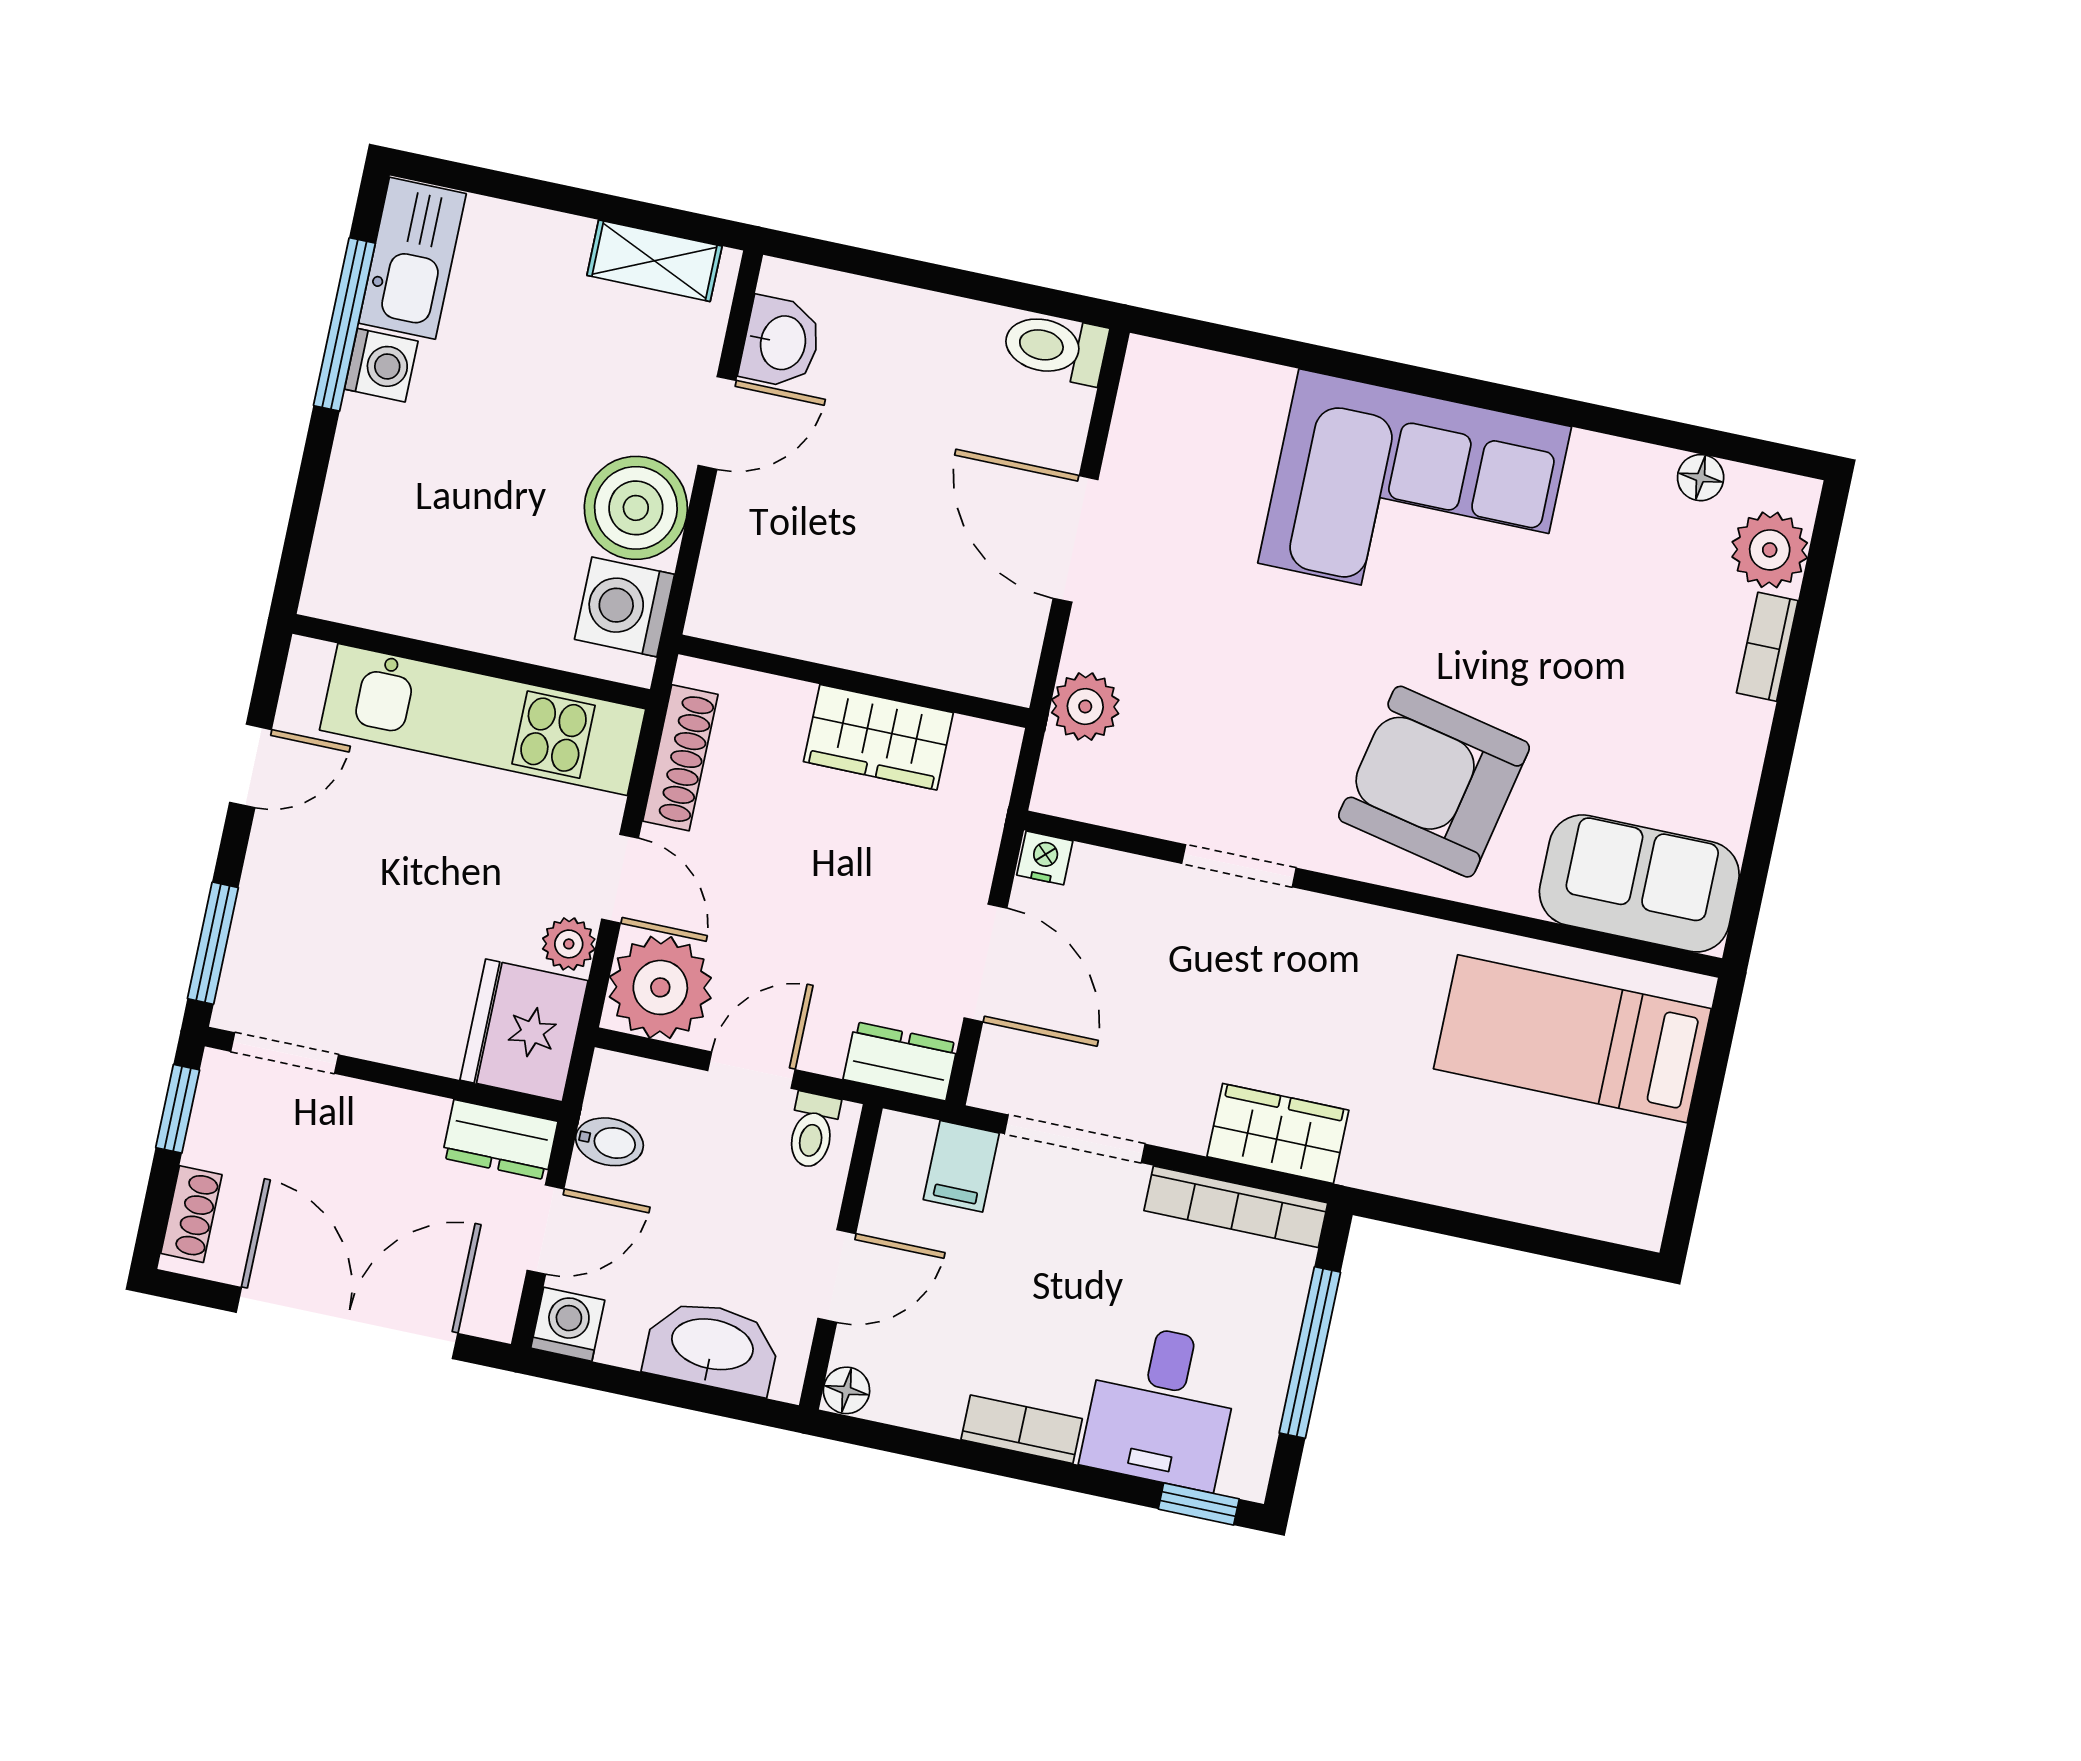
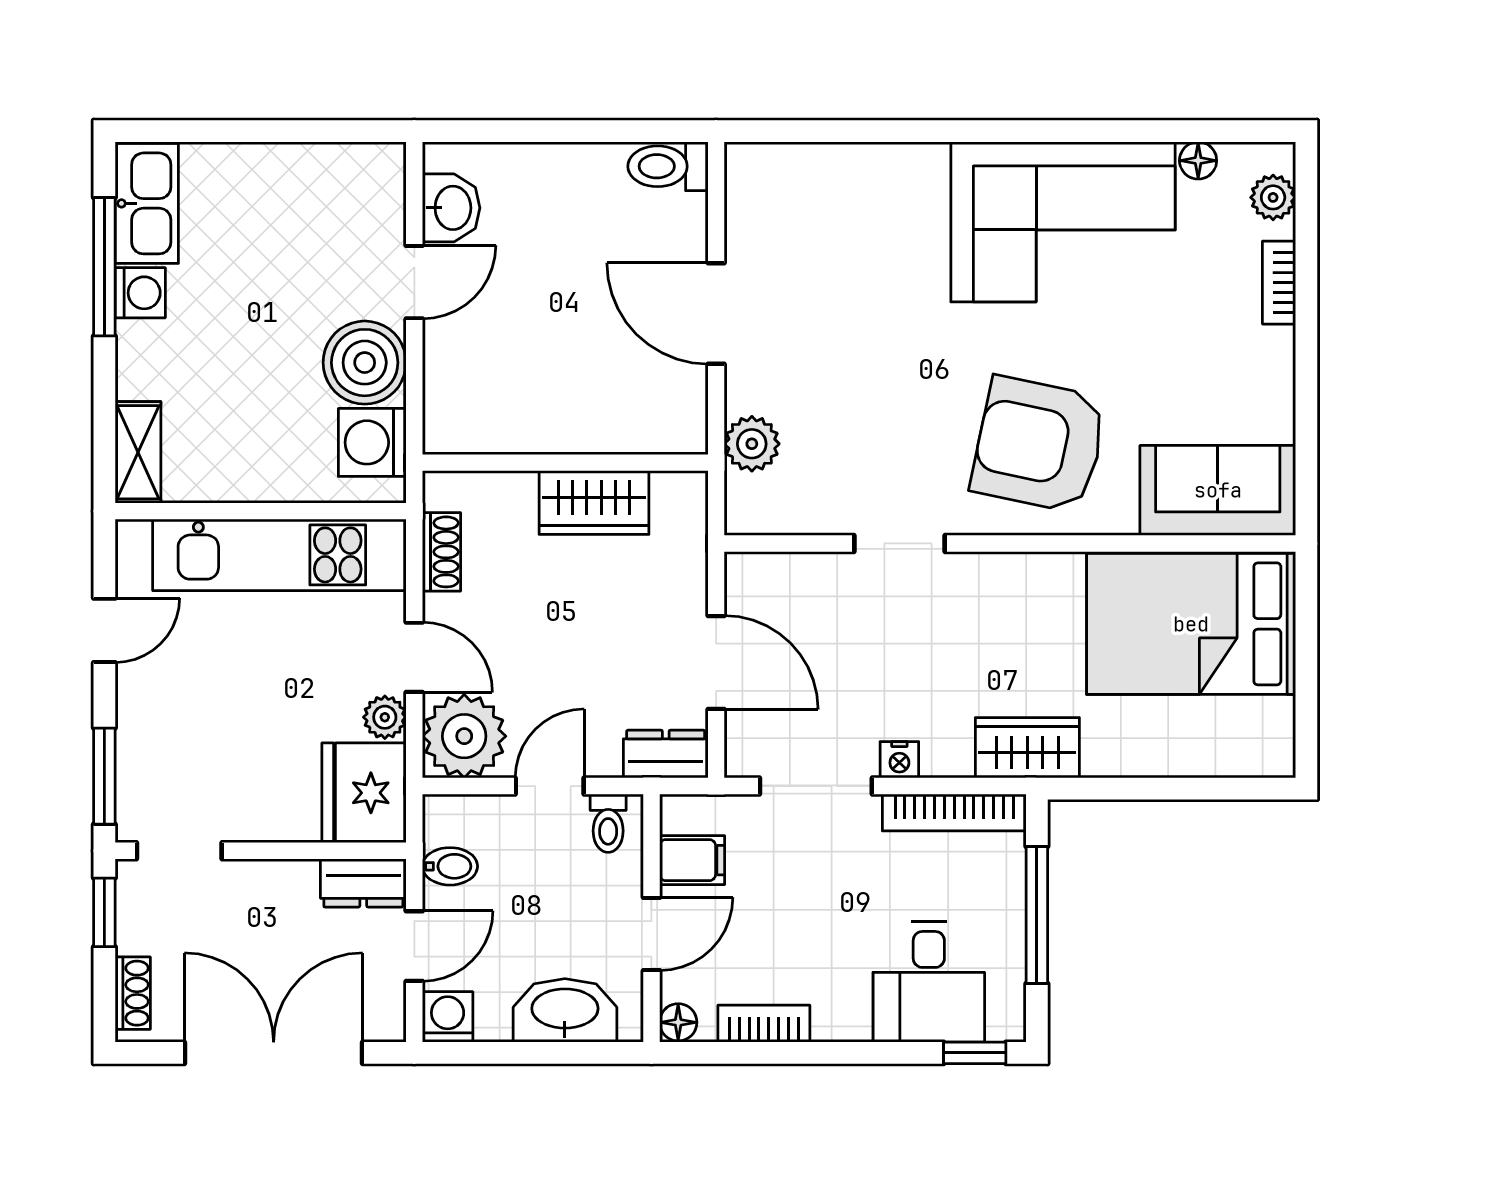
shelving: (654, 261) -> (138, 452), moved, turned 90
corner sofa: (1415, 495) -> (1063, 222), moved
plant: (1770, 550) -> (1273, 197), width x0.73, depth x0.73
shoe rack: (680, 758) -> (441, 552), width x0.70
nightstand: (1045, 858) -> (899, 760), moved, turned 180
bed: (1572, 1039) -> (1191, 624), width x1.50
wardrobe: (1278, 1133) -> (1027, 748), moved
filing cabinet: (961, 1166) -> (692, 860), moved, turned -90
bookcase: (1022, 1429) -> (764, 1024), moved

